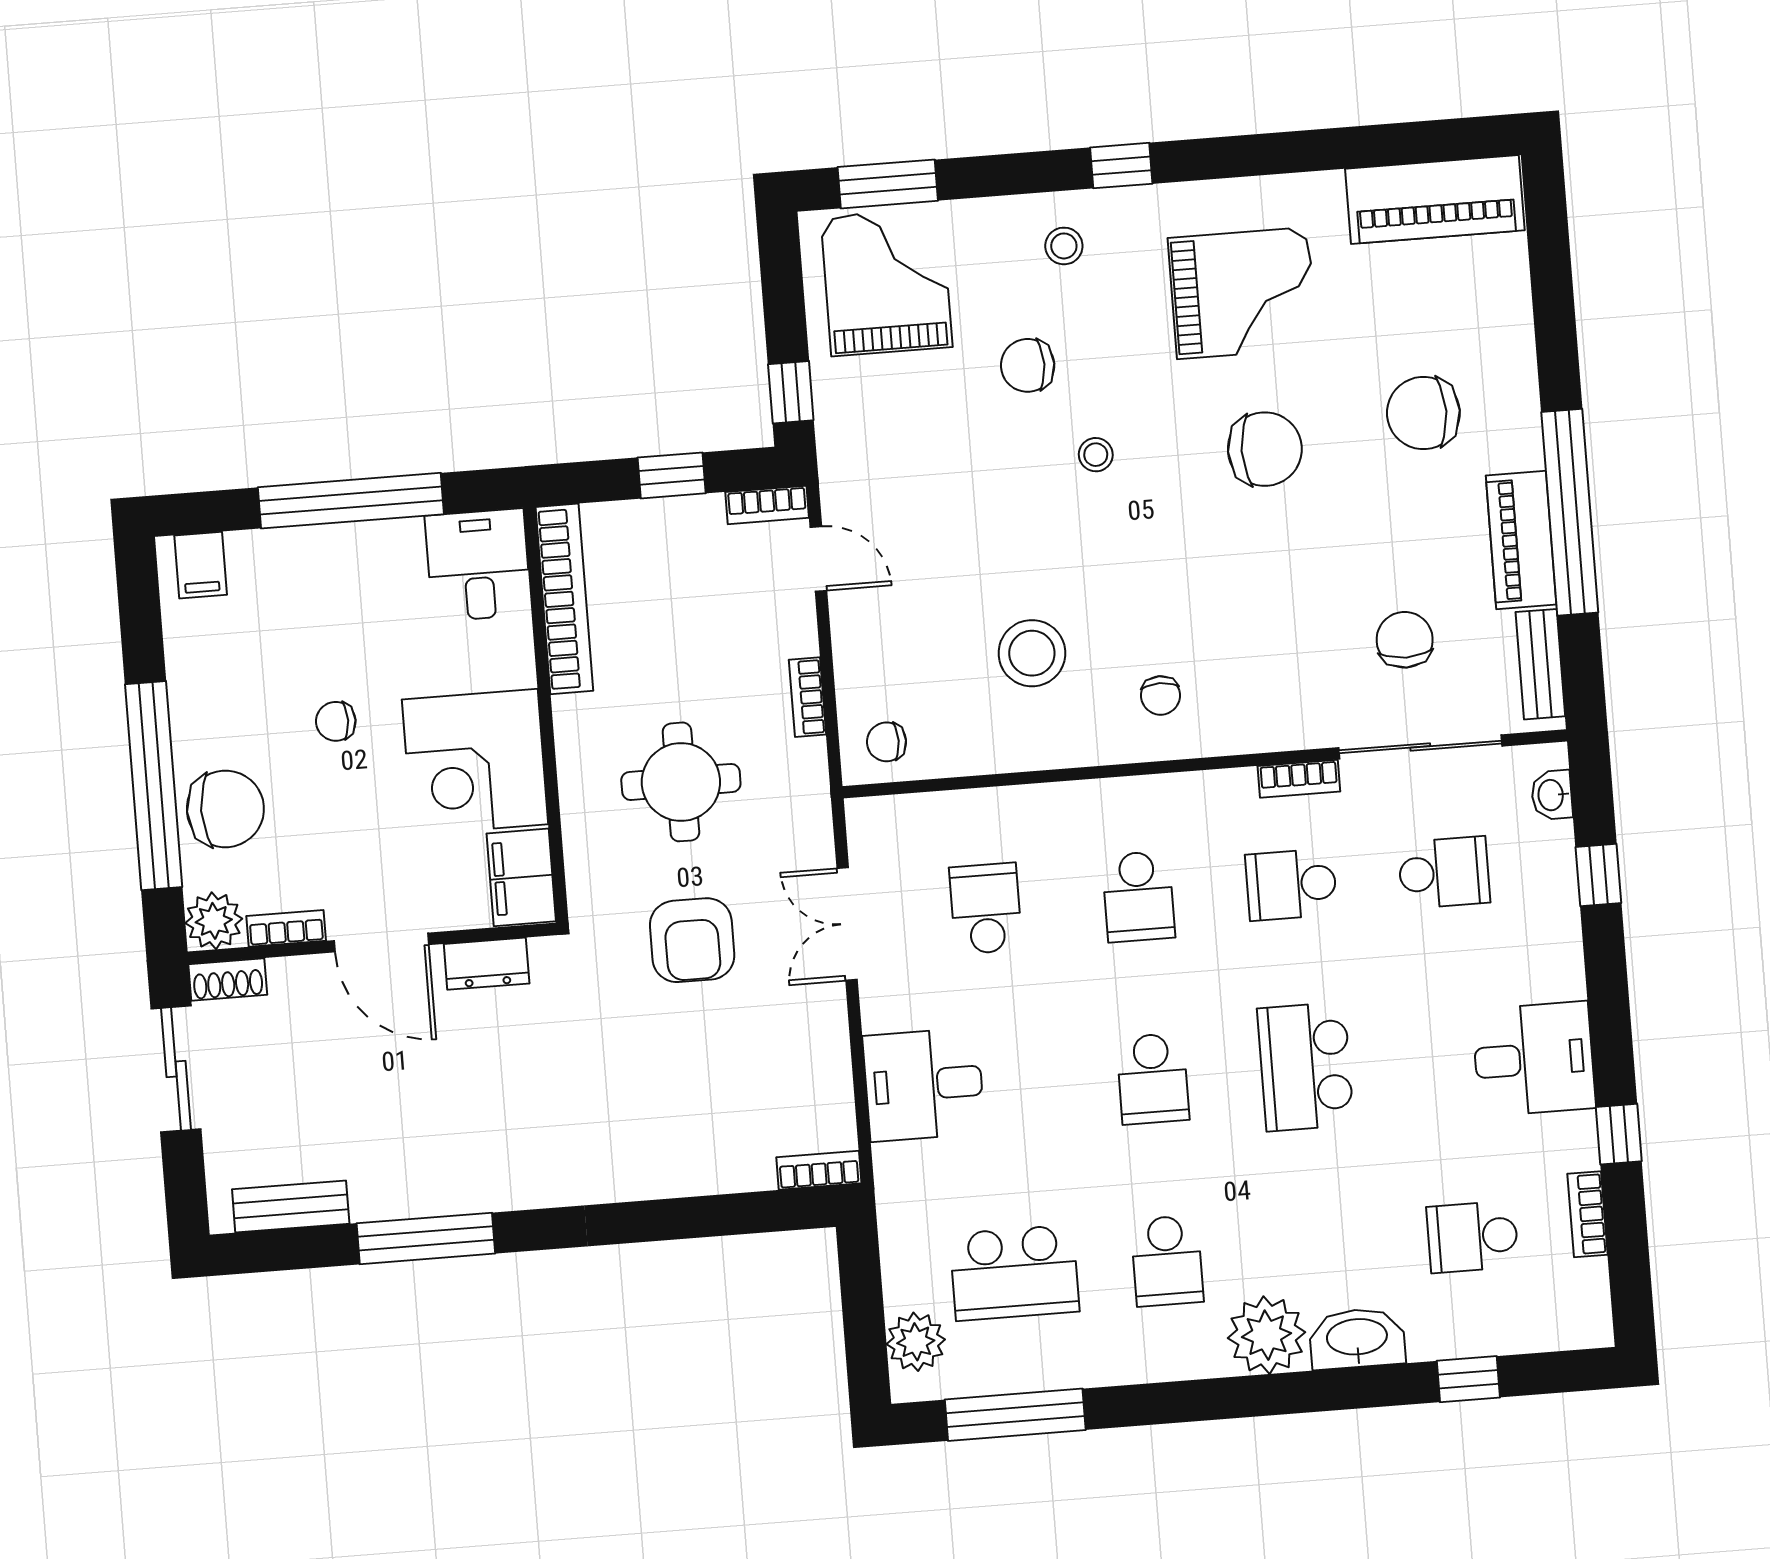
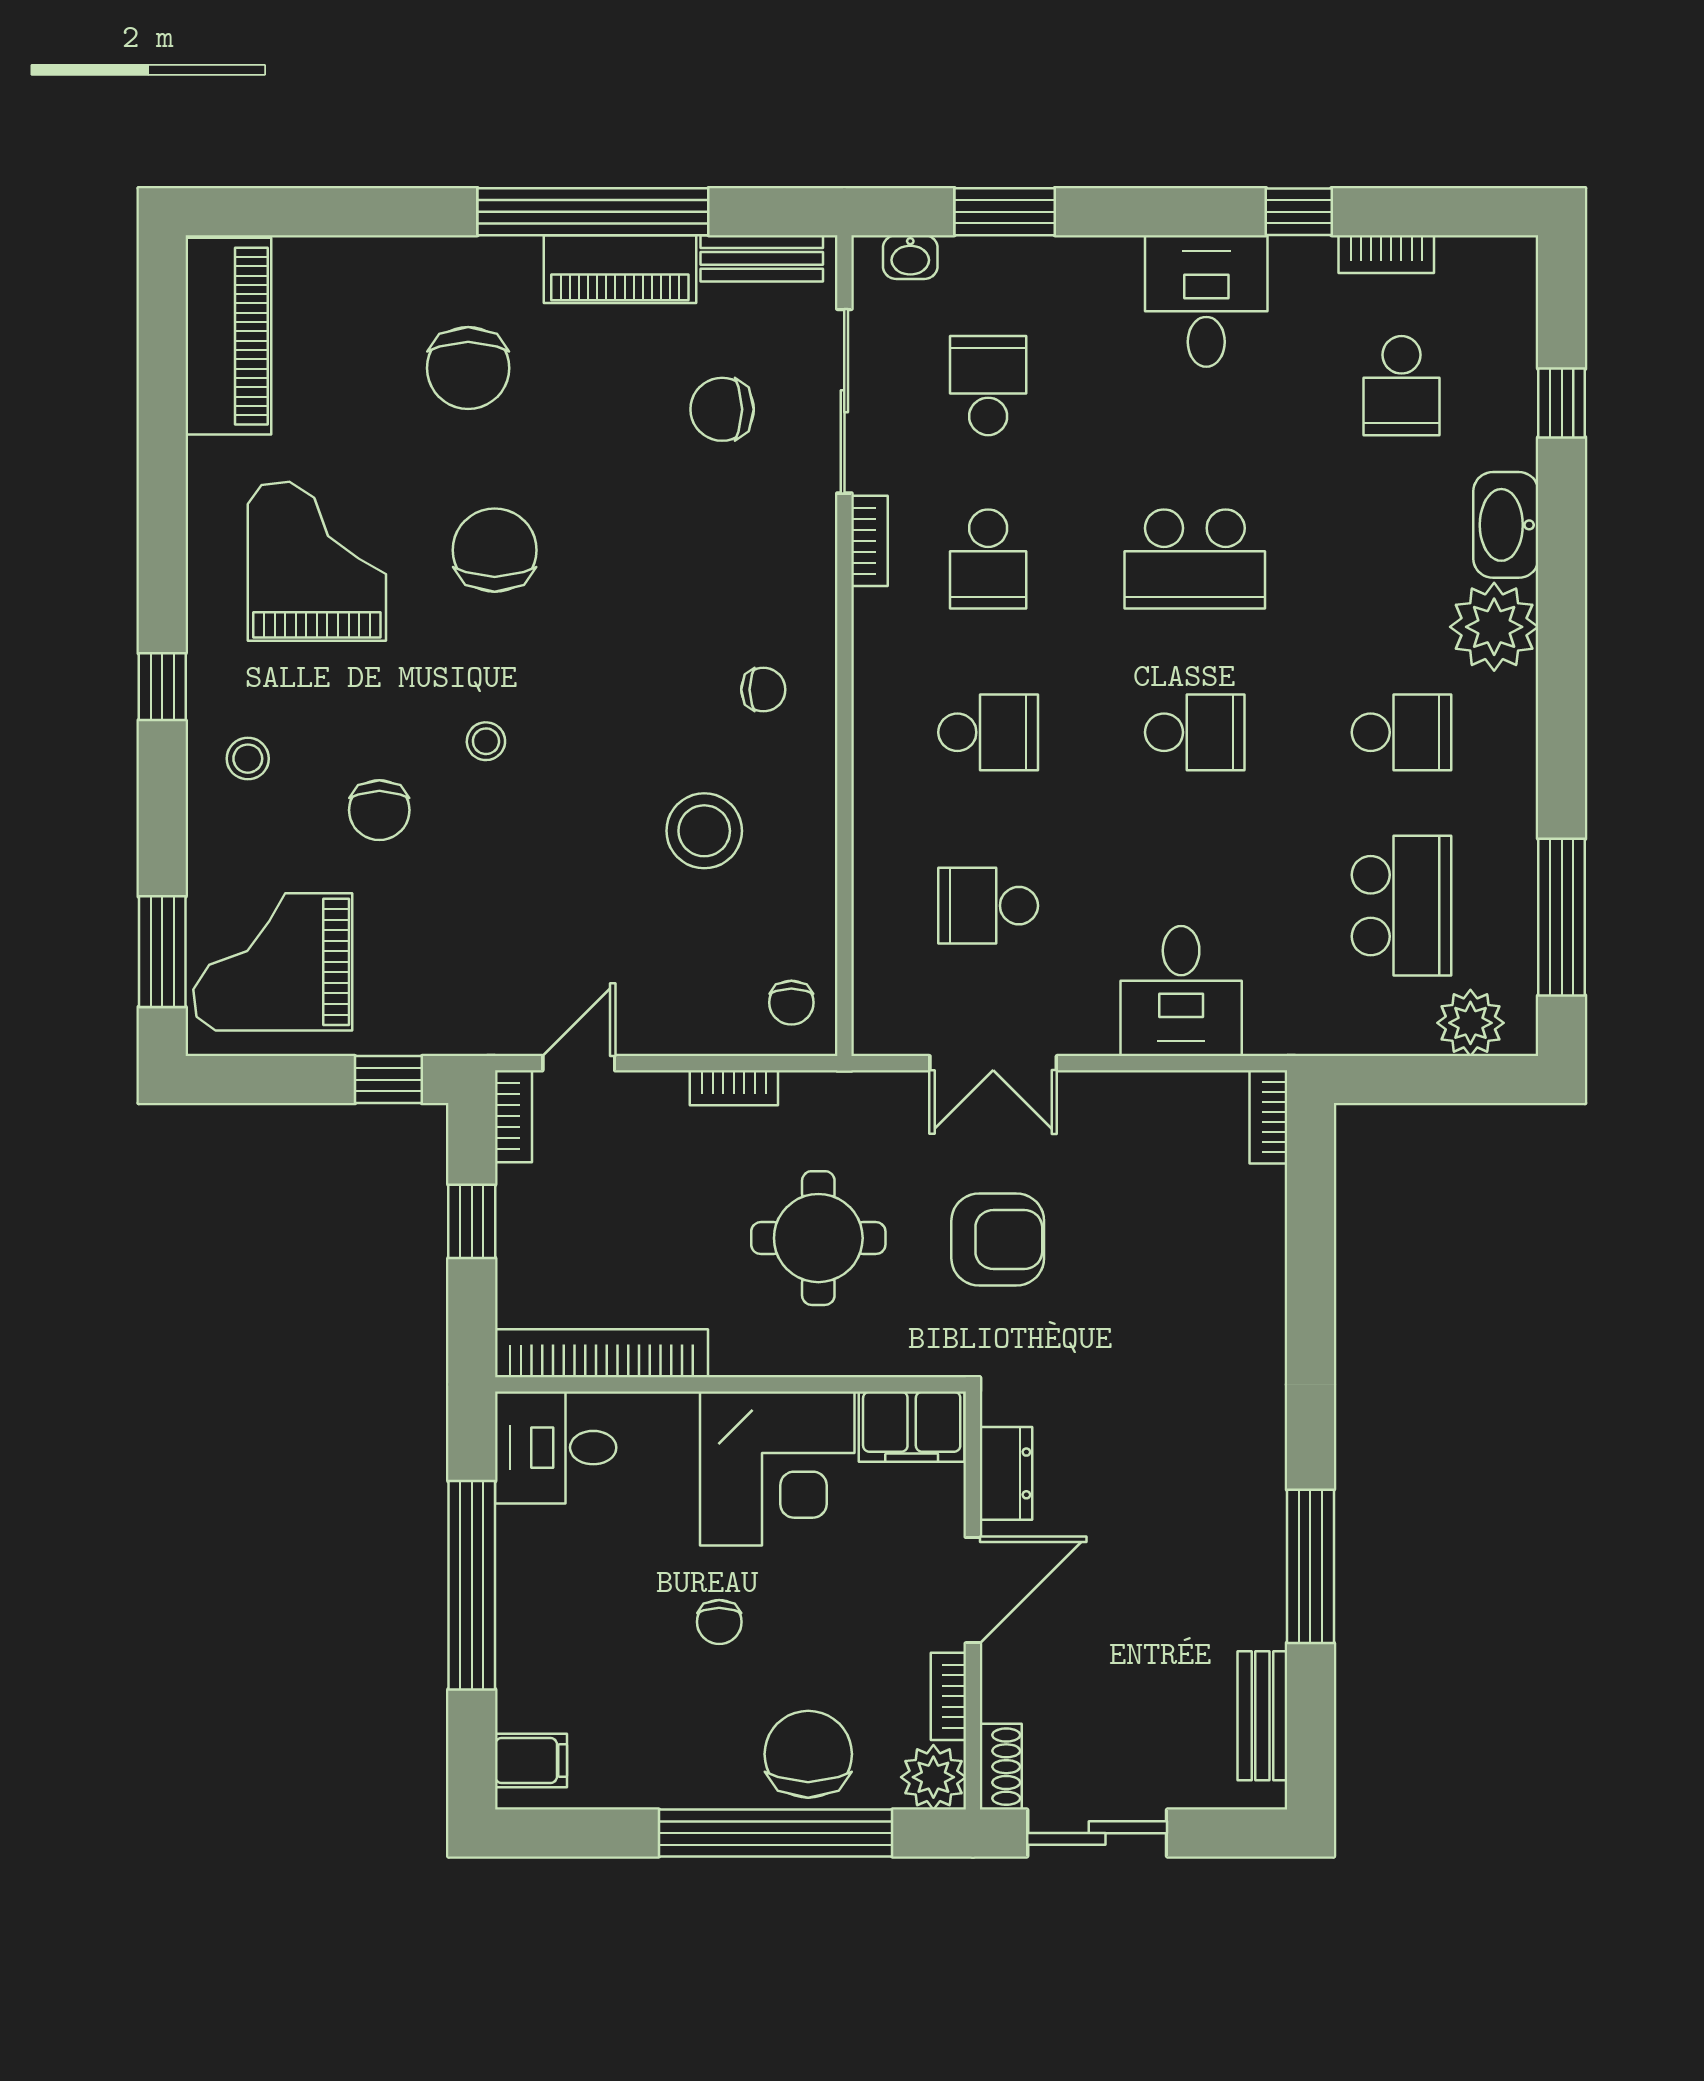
window: (1598, 875) -> (1005, 212), width x1.50

